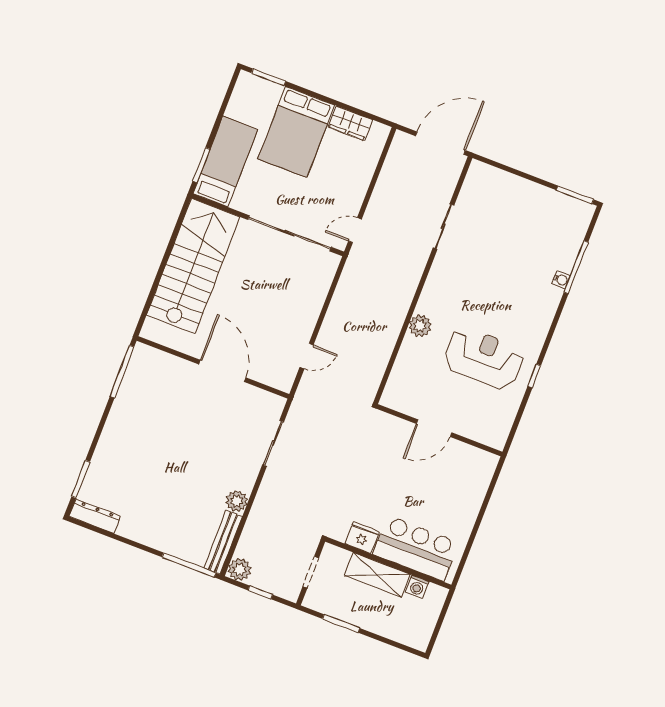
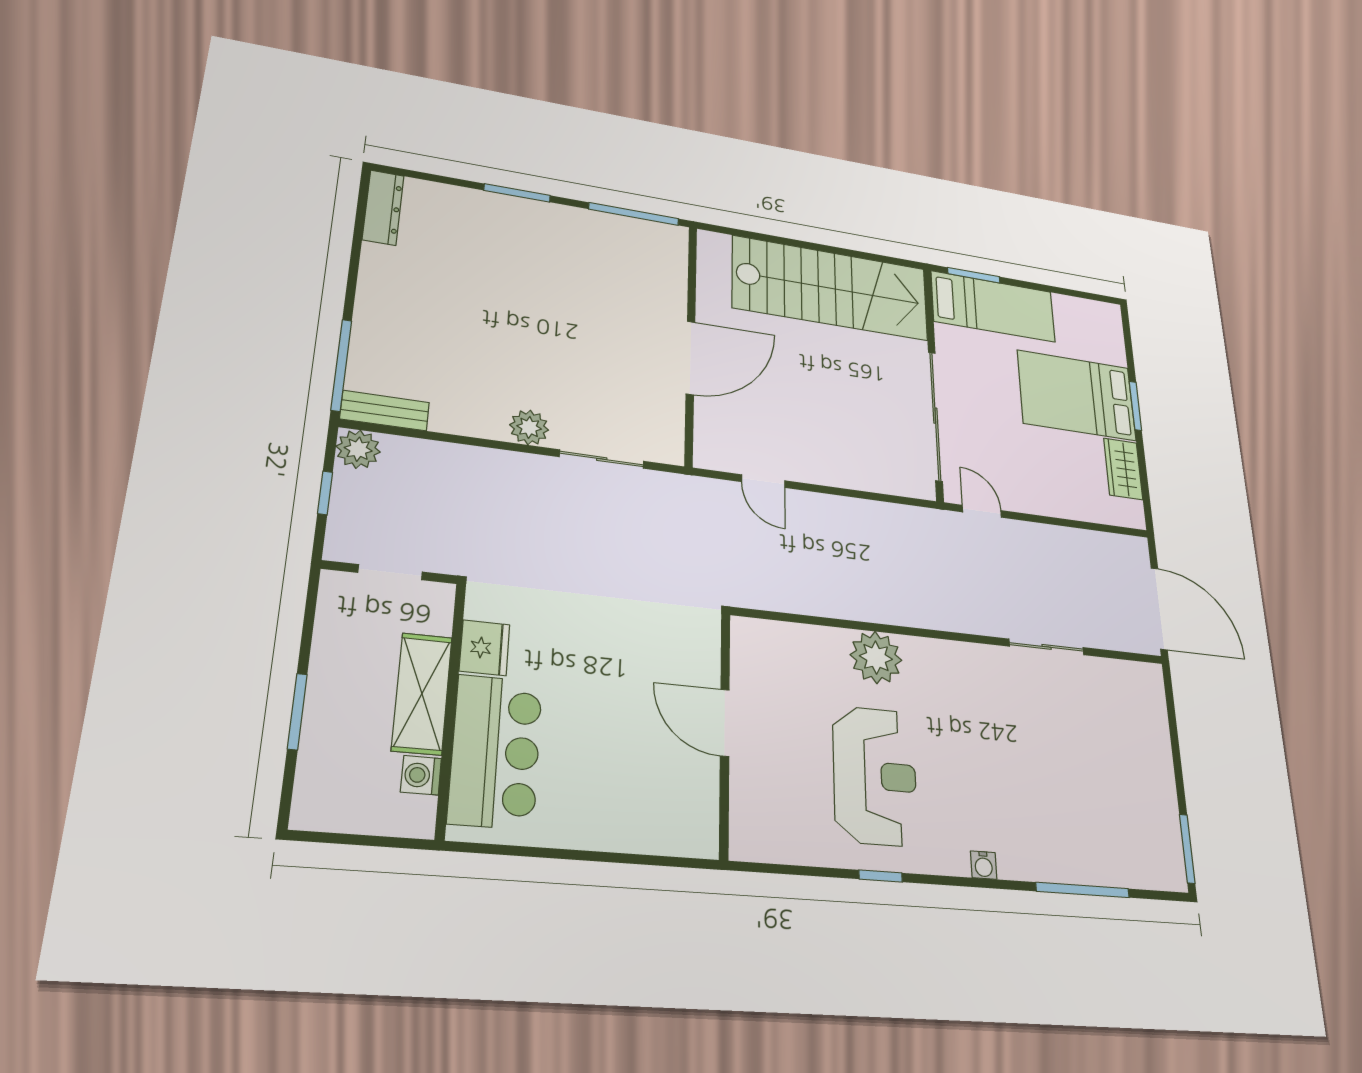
window: (269, 77) -> (1135, 406), moved
water cooler: (561, 280) -> (984, 865), moved
plant: (420, 326) -> (876, 658), width x1.36, depth x1.36
window: (81, 479) -> (517, 193), moved
plant: (237, 501) -> (529, 427), moved
bench: (223, 542) -> (385, 411), width x0.73
window: (341, 623) -> (297, 712), moved

